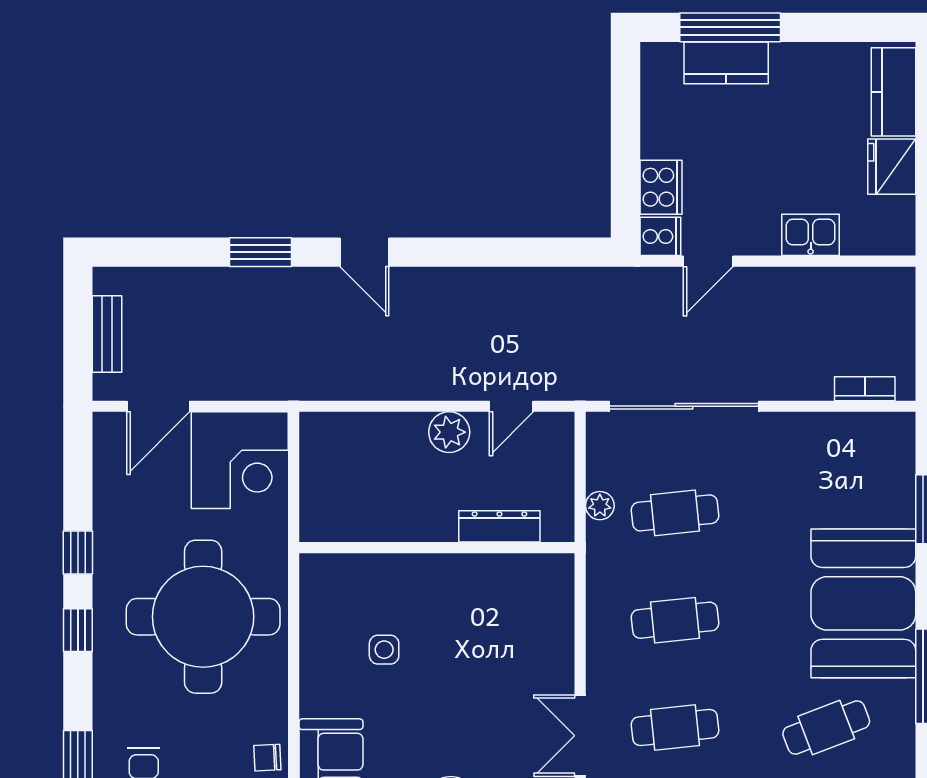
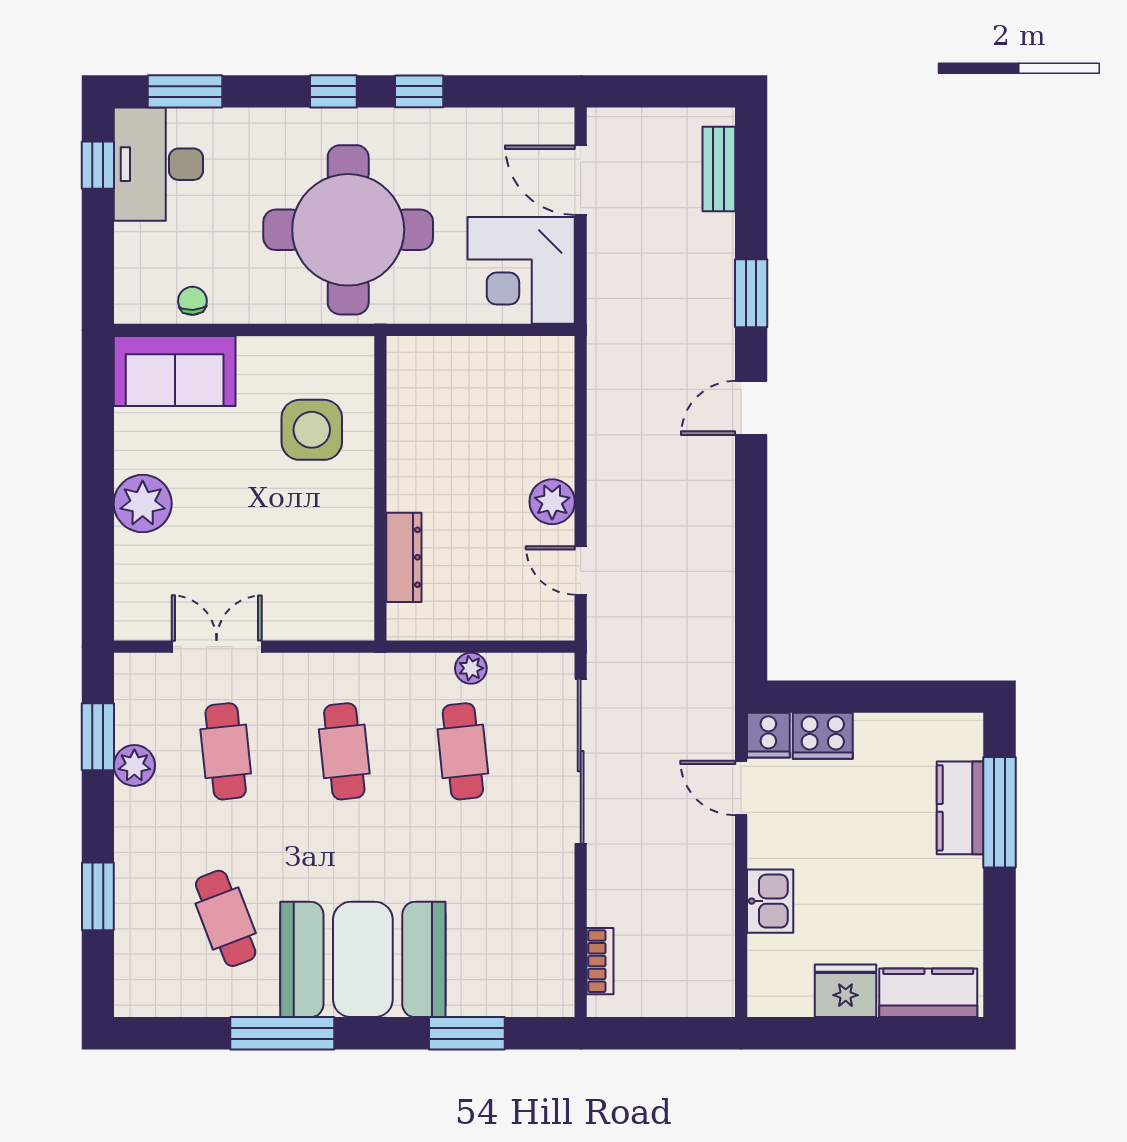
bench: (107, 334) -> (719, 169), moved, turned 90
dresser: (499, 526) -> (404, 557), moved
wall: (437, 548) -> (380, 488), moved
side table: (384, 650) -> (312, 430), width x1.87, depth x1.87

